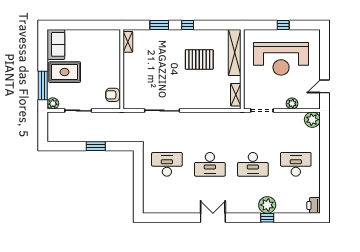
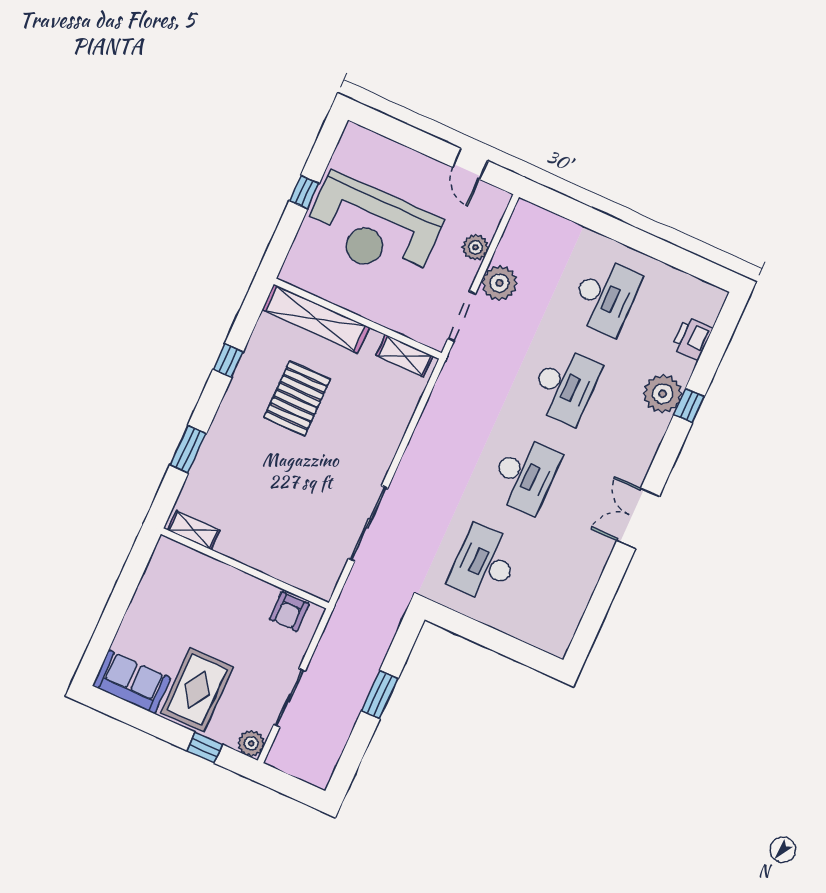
window: (188, 25) -> (228, 360), moved
reception desk: (281, 59) -> (372, 228), turned 90
window: (43, 86) -> (205, 748), width x0.46
plant: (312, 120) -> (499, 283), moved
desk: (296, 164) -> (605, 296), turned 180
printer: (314, 205) -> (692, 339), moved, turned 90

